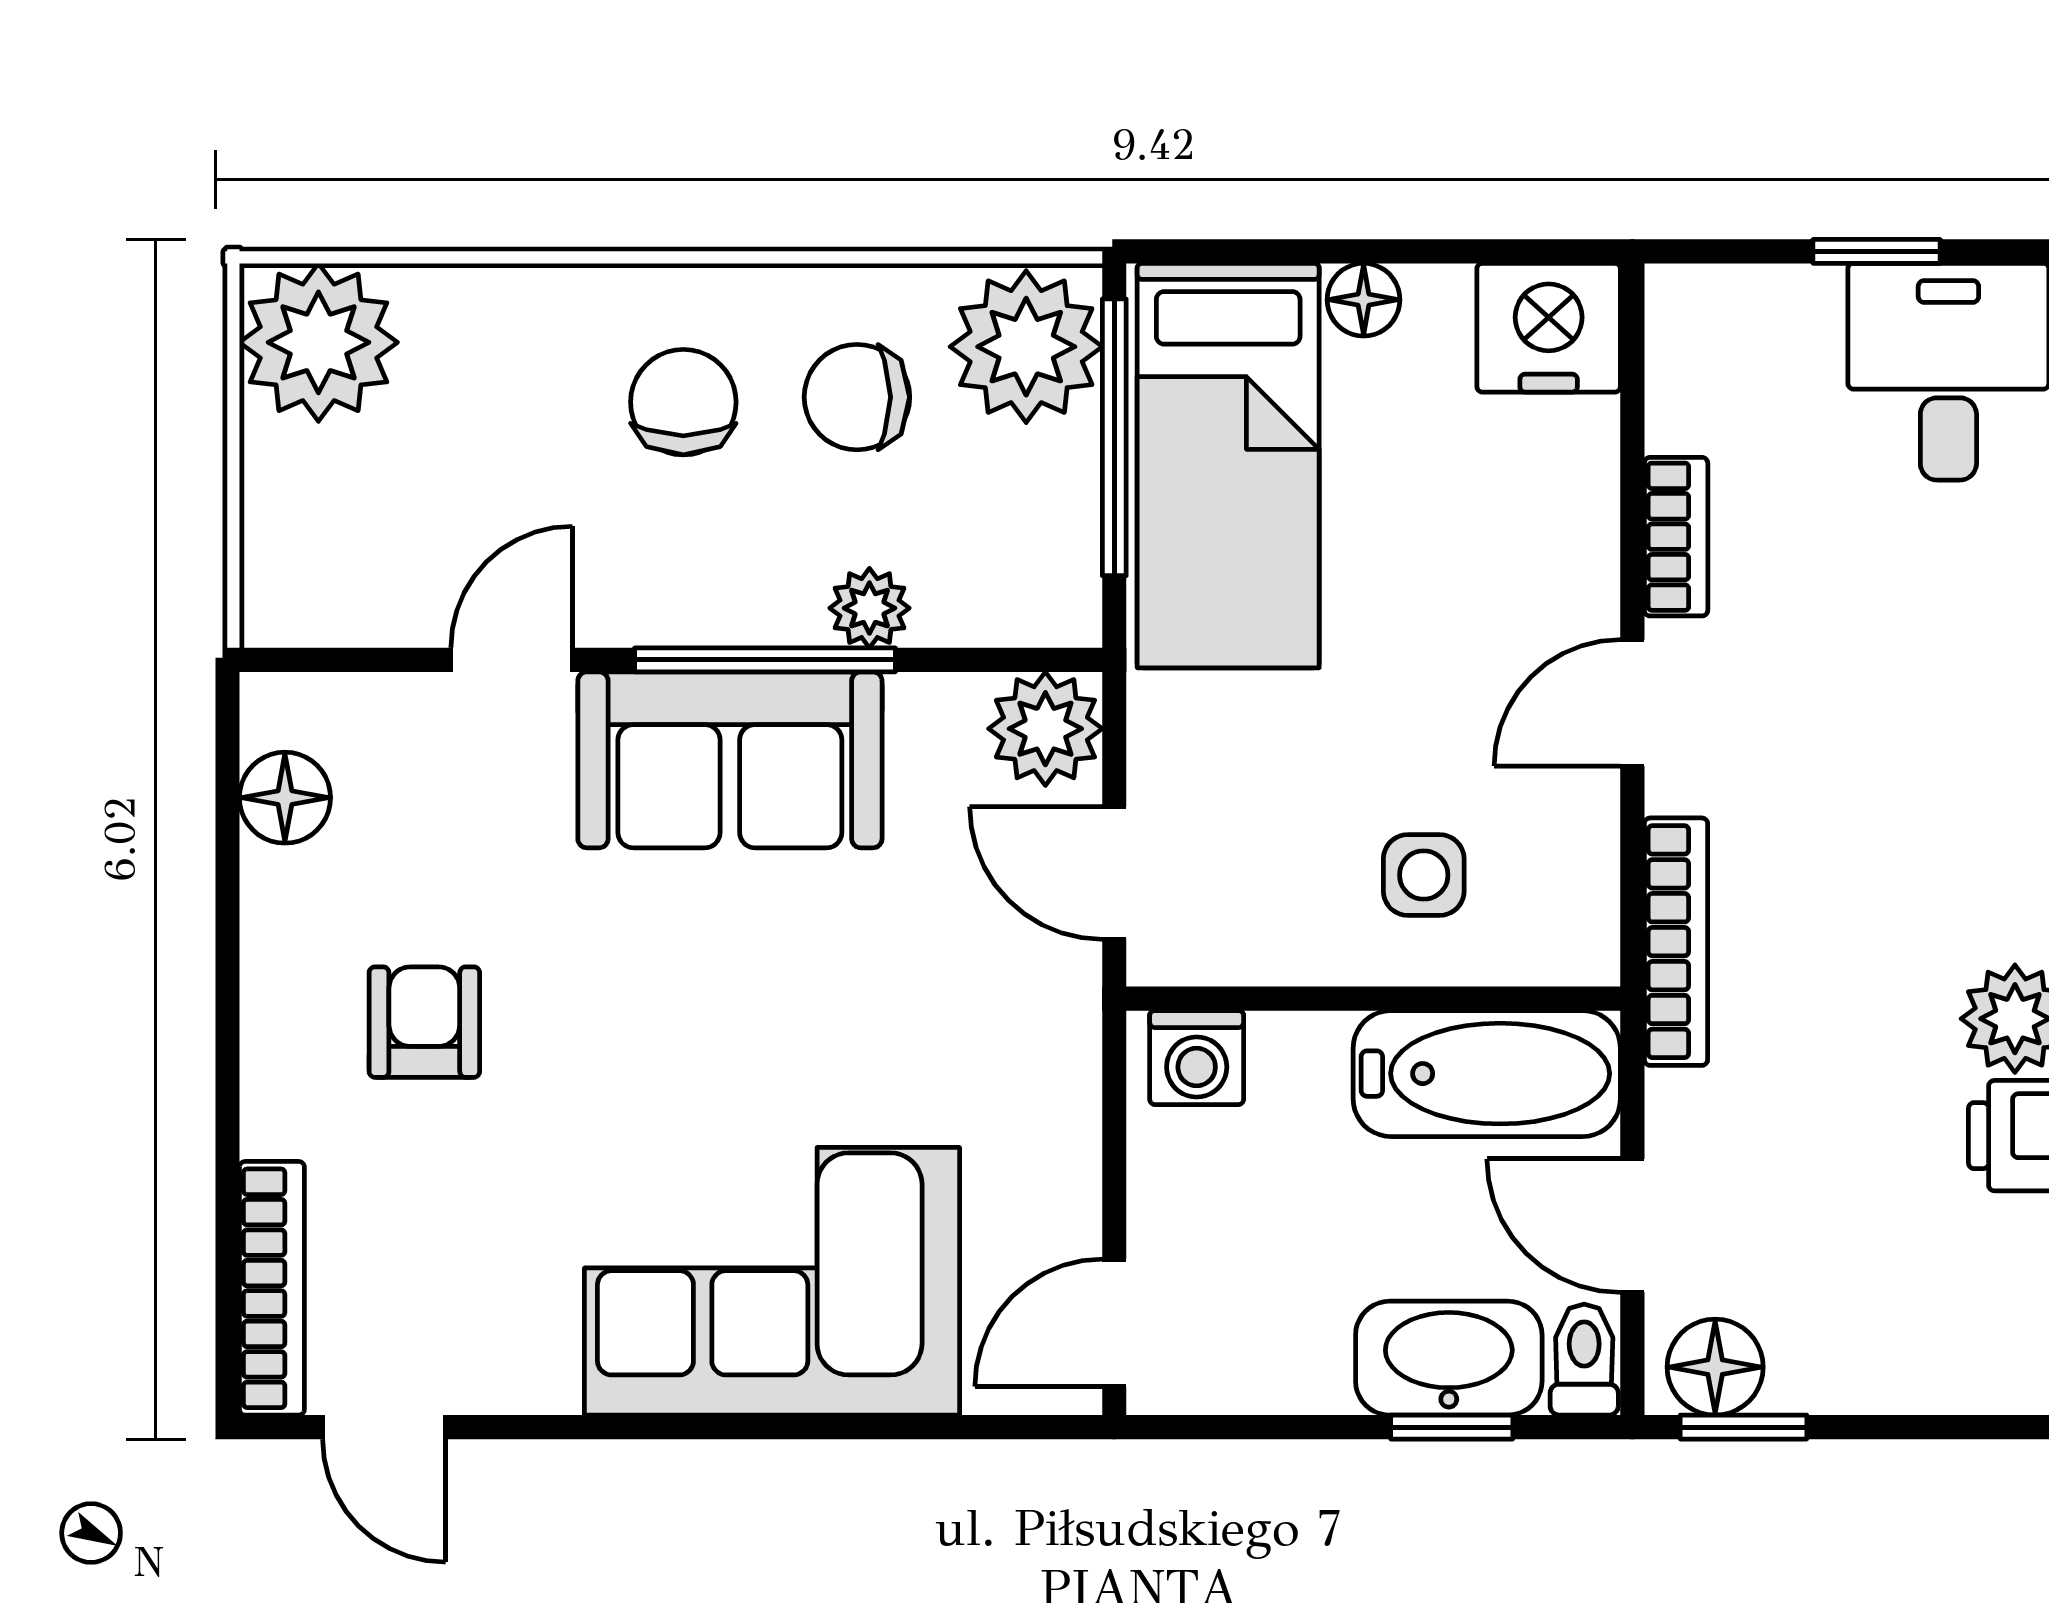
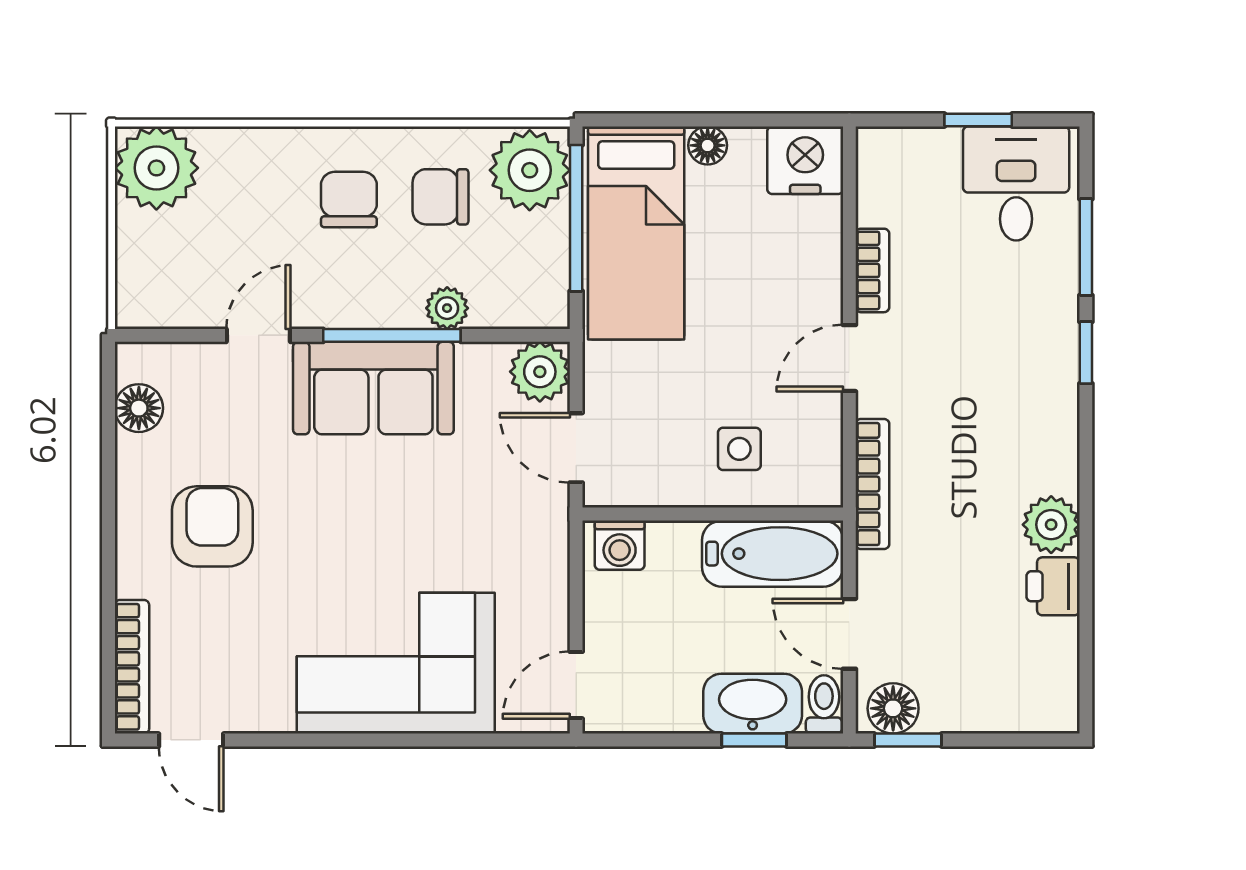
armchair: (424, 1022) -> (212, 526), width x1.38, depth x1.38

